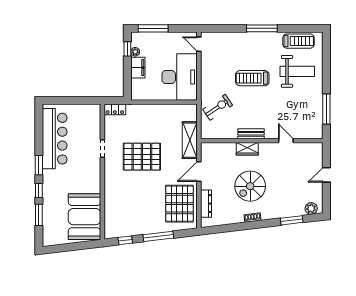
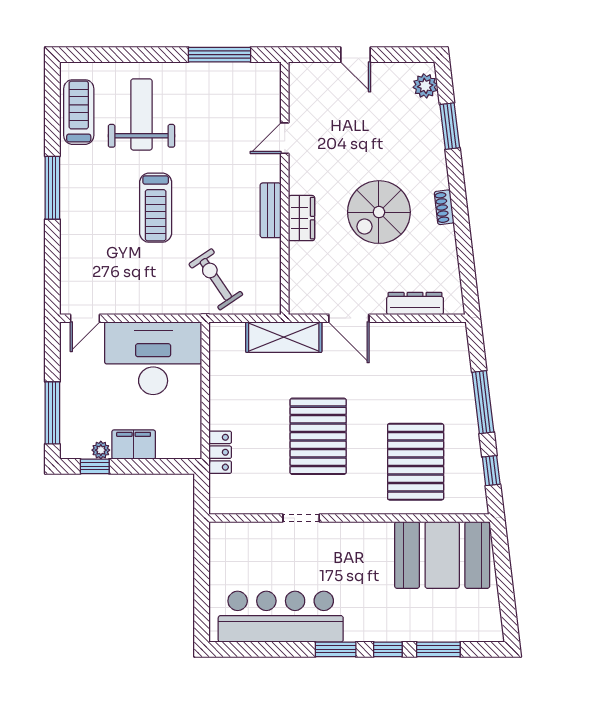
locker: (115, 109) -> (220, 452), moved
spiral stairs: (250, 186) -> (379, 212), turned 90
pallet: (180, 204) -> (416, 462), moved, turned 90

